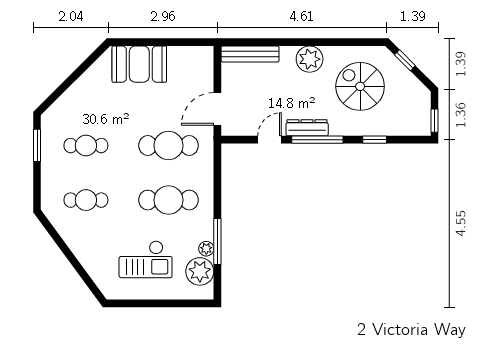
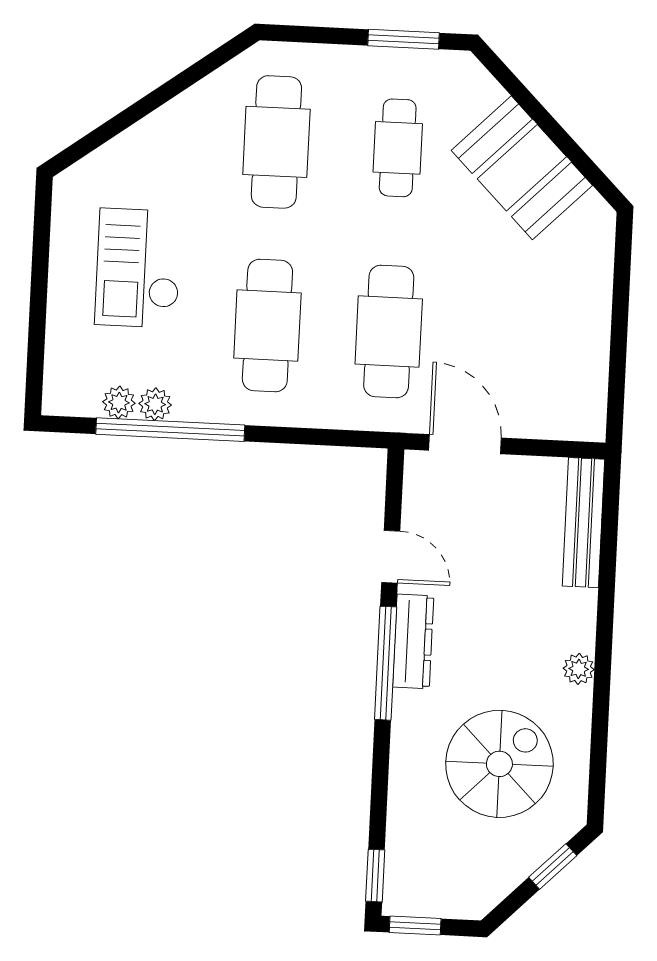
plant: (310, 59) -> (579, 669), width x0.53, depth x0.53
booth: (139, 64) -> (522, 168), moved, turned -45
window: (375, 140) -> (375, 876), moved
cafe table: (86, 200) -> (276, 142), width x1.37, depth x1.35
window: (217, 241) -> (170, 430), width x1.46
plant: (200, 271) -> (119, 402), width x0.53, depth x0.53

